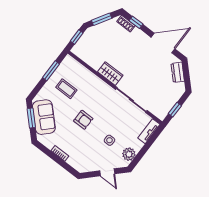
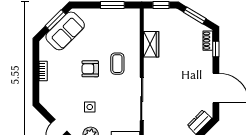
wardrobe: (110, 74) -> (151, 44), moved
coffee table: (66, 89) -> (117, 64), moved
armchair: (83, 120) -> (90, 69), turned 90

